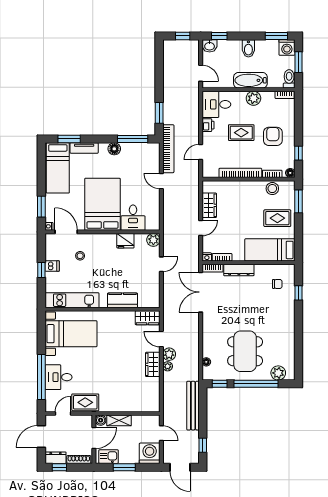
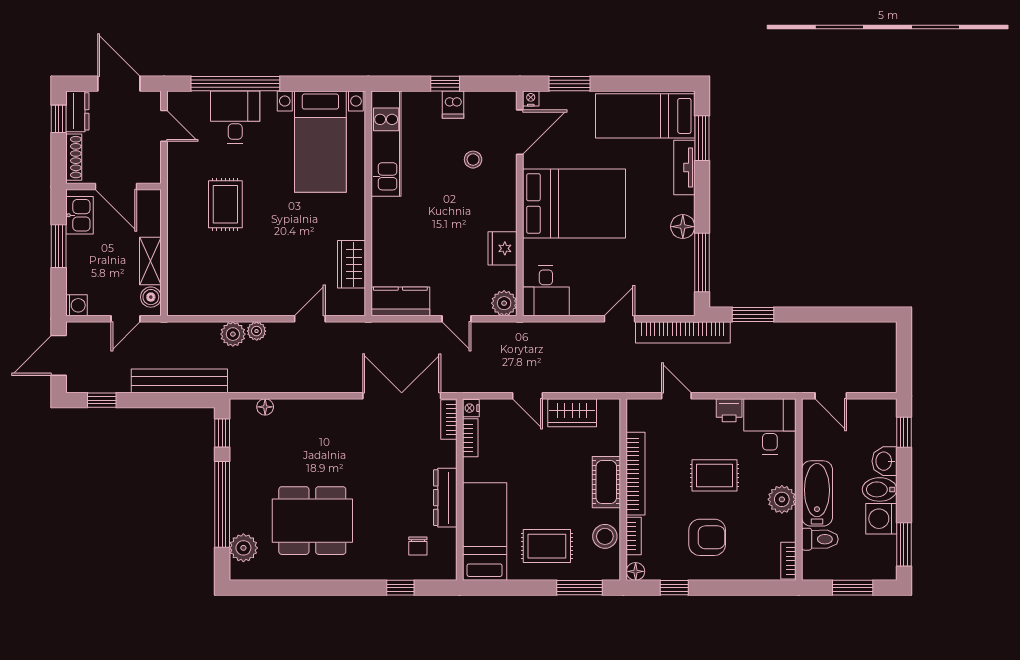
window: (183, 36) -> (904, 360), removed
washbasin: (210, 46) -> (884, 461), moved
washing machine: (287, 47) -> (881, 519), moved
door: (201, 73) -> (831, 396), hinge flipped
toilet: (289, 79) -> (820, 539), moved
rug: (241, 133) -> (715, 475), turned 90
cot: (245, 188) -> (606, 482), added
desk: (133, 218) -> (546, 291), moved, turned -90
rug: (277, 218) -> (547, 546), turned 90
dresser: (239, 270) -> (445, 498), moved
kitchen counter: (122, 300) -> (400, 301), moved, turned -90
wardrobe: (148, 318) -> (352, 264), moved
dining table: (245, 351) -> (312, 521), moved
plant: (169, 354) -> (233, 334), moved
wardrobe: (153, 364) -> (260, 302), removed
rug: (85, 402) -> (225, 204), moved
boiler: (101, 420) -> (151, 297), moved
shelving: (119, 420) -> (150, 261), moved
washing machine: (150, 453) -> (77, 305), width x0.53, depth x0.53

